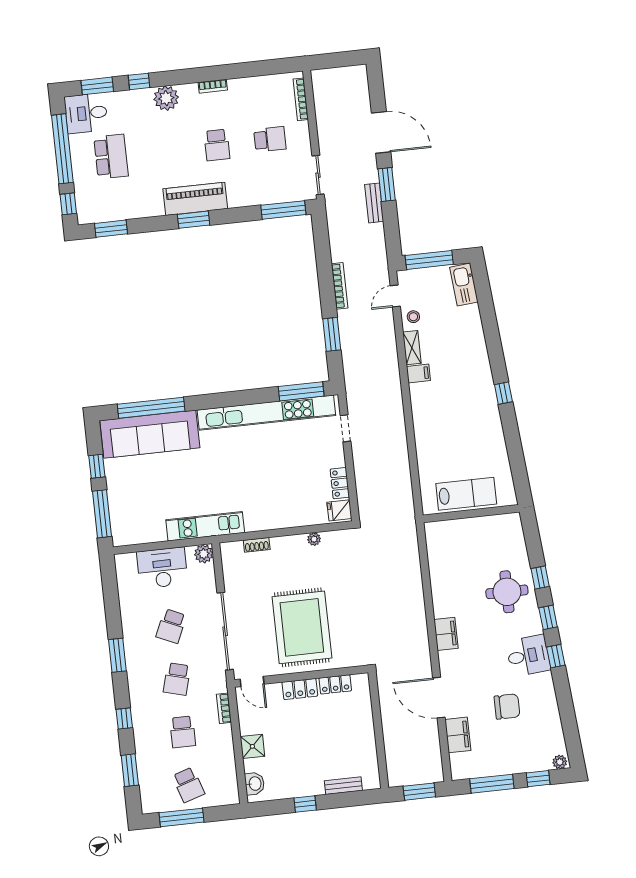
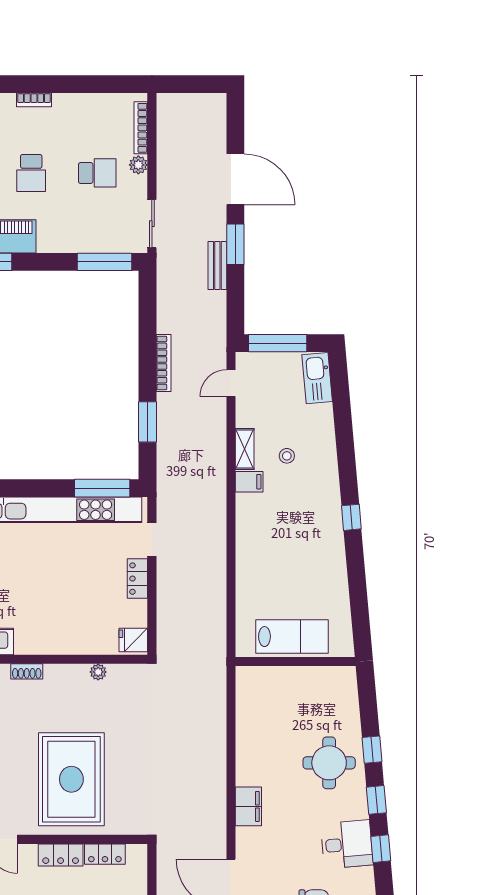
plant: (302, 129) -> (138, 165), added
stool: (413, 317) -> (287, 456), moved
locker: (340, 483) -> (137, 579), moved

